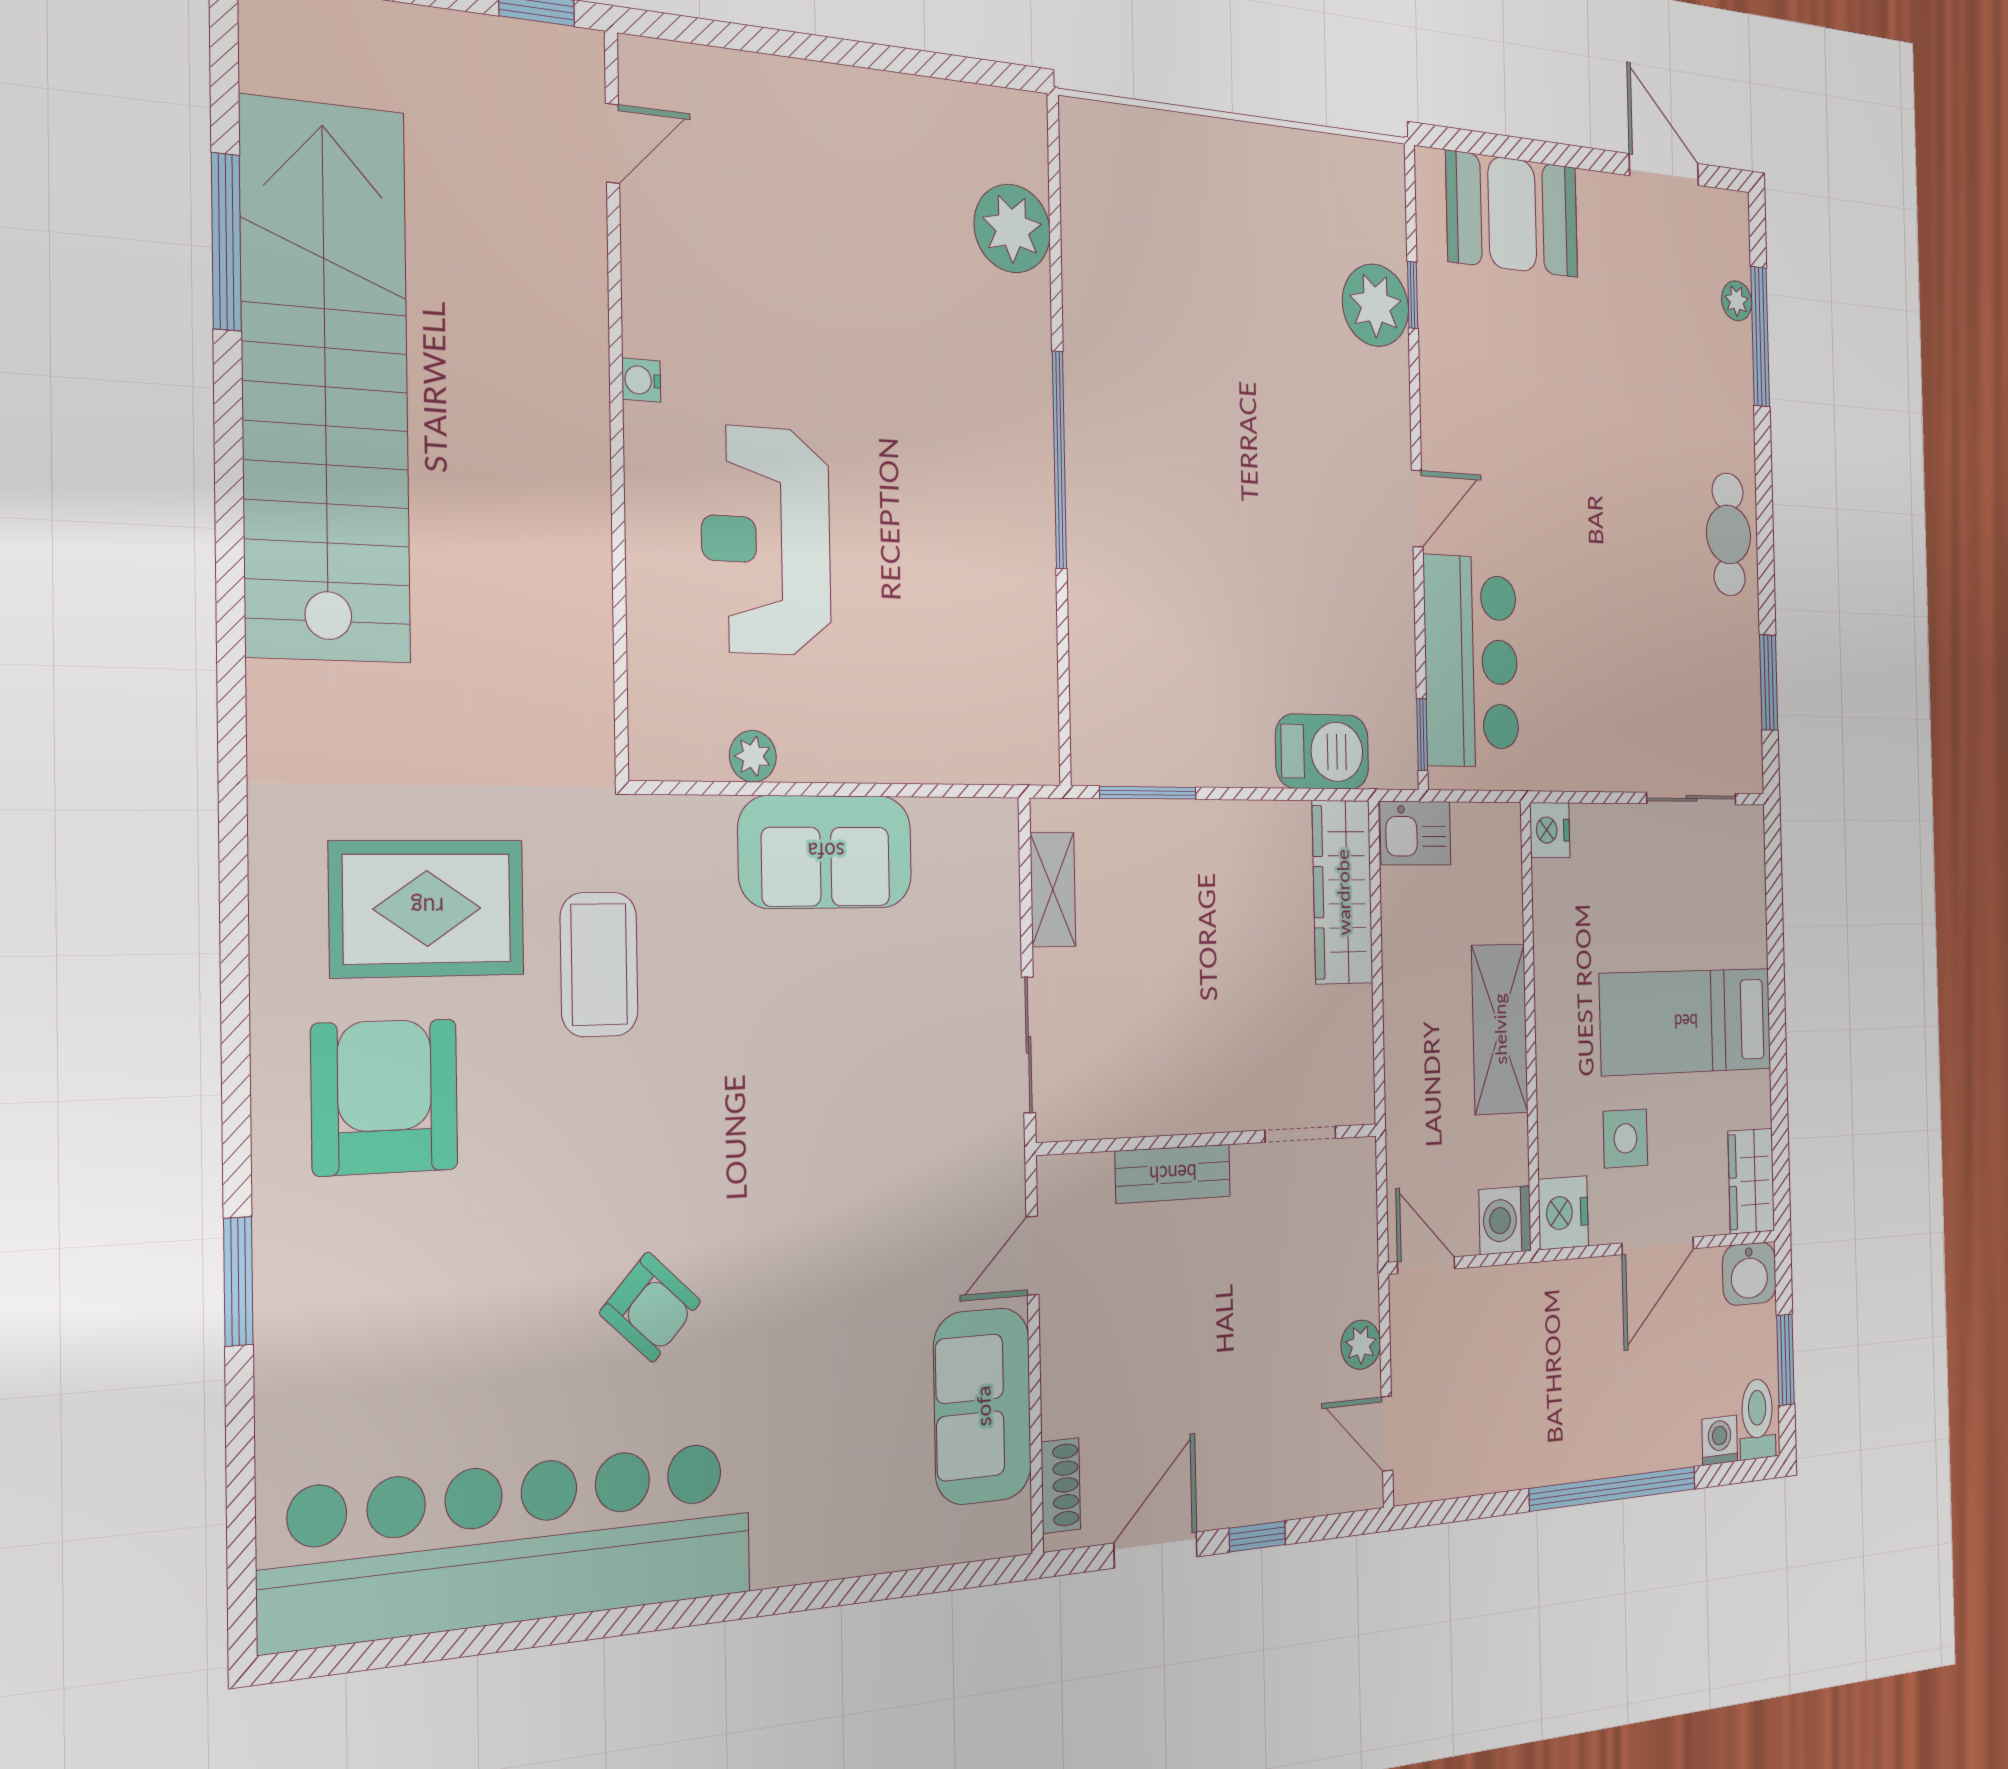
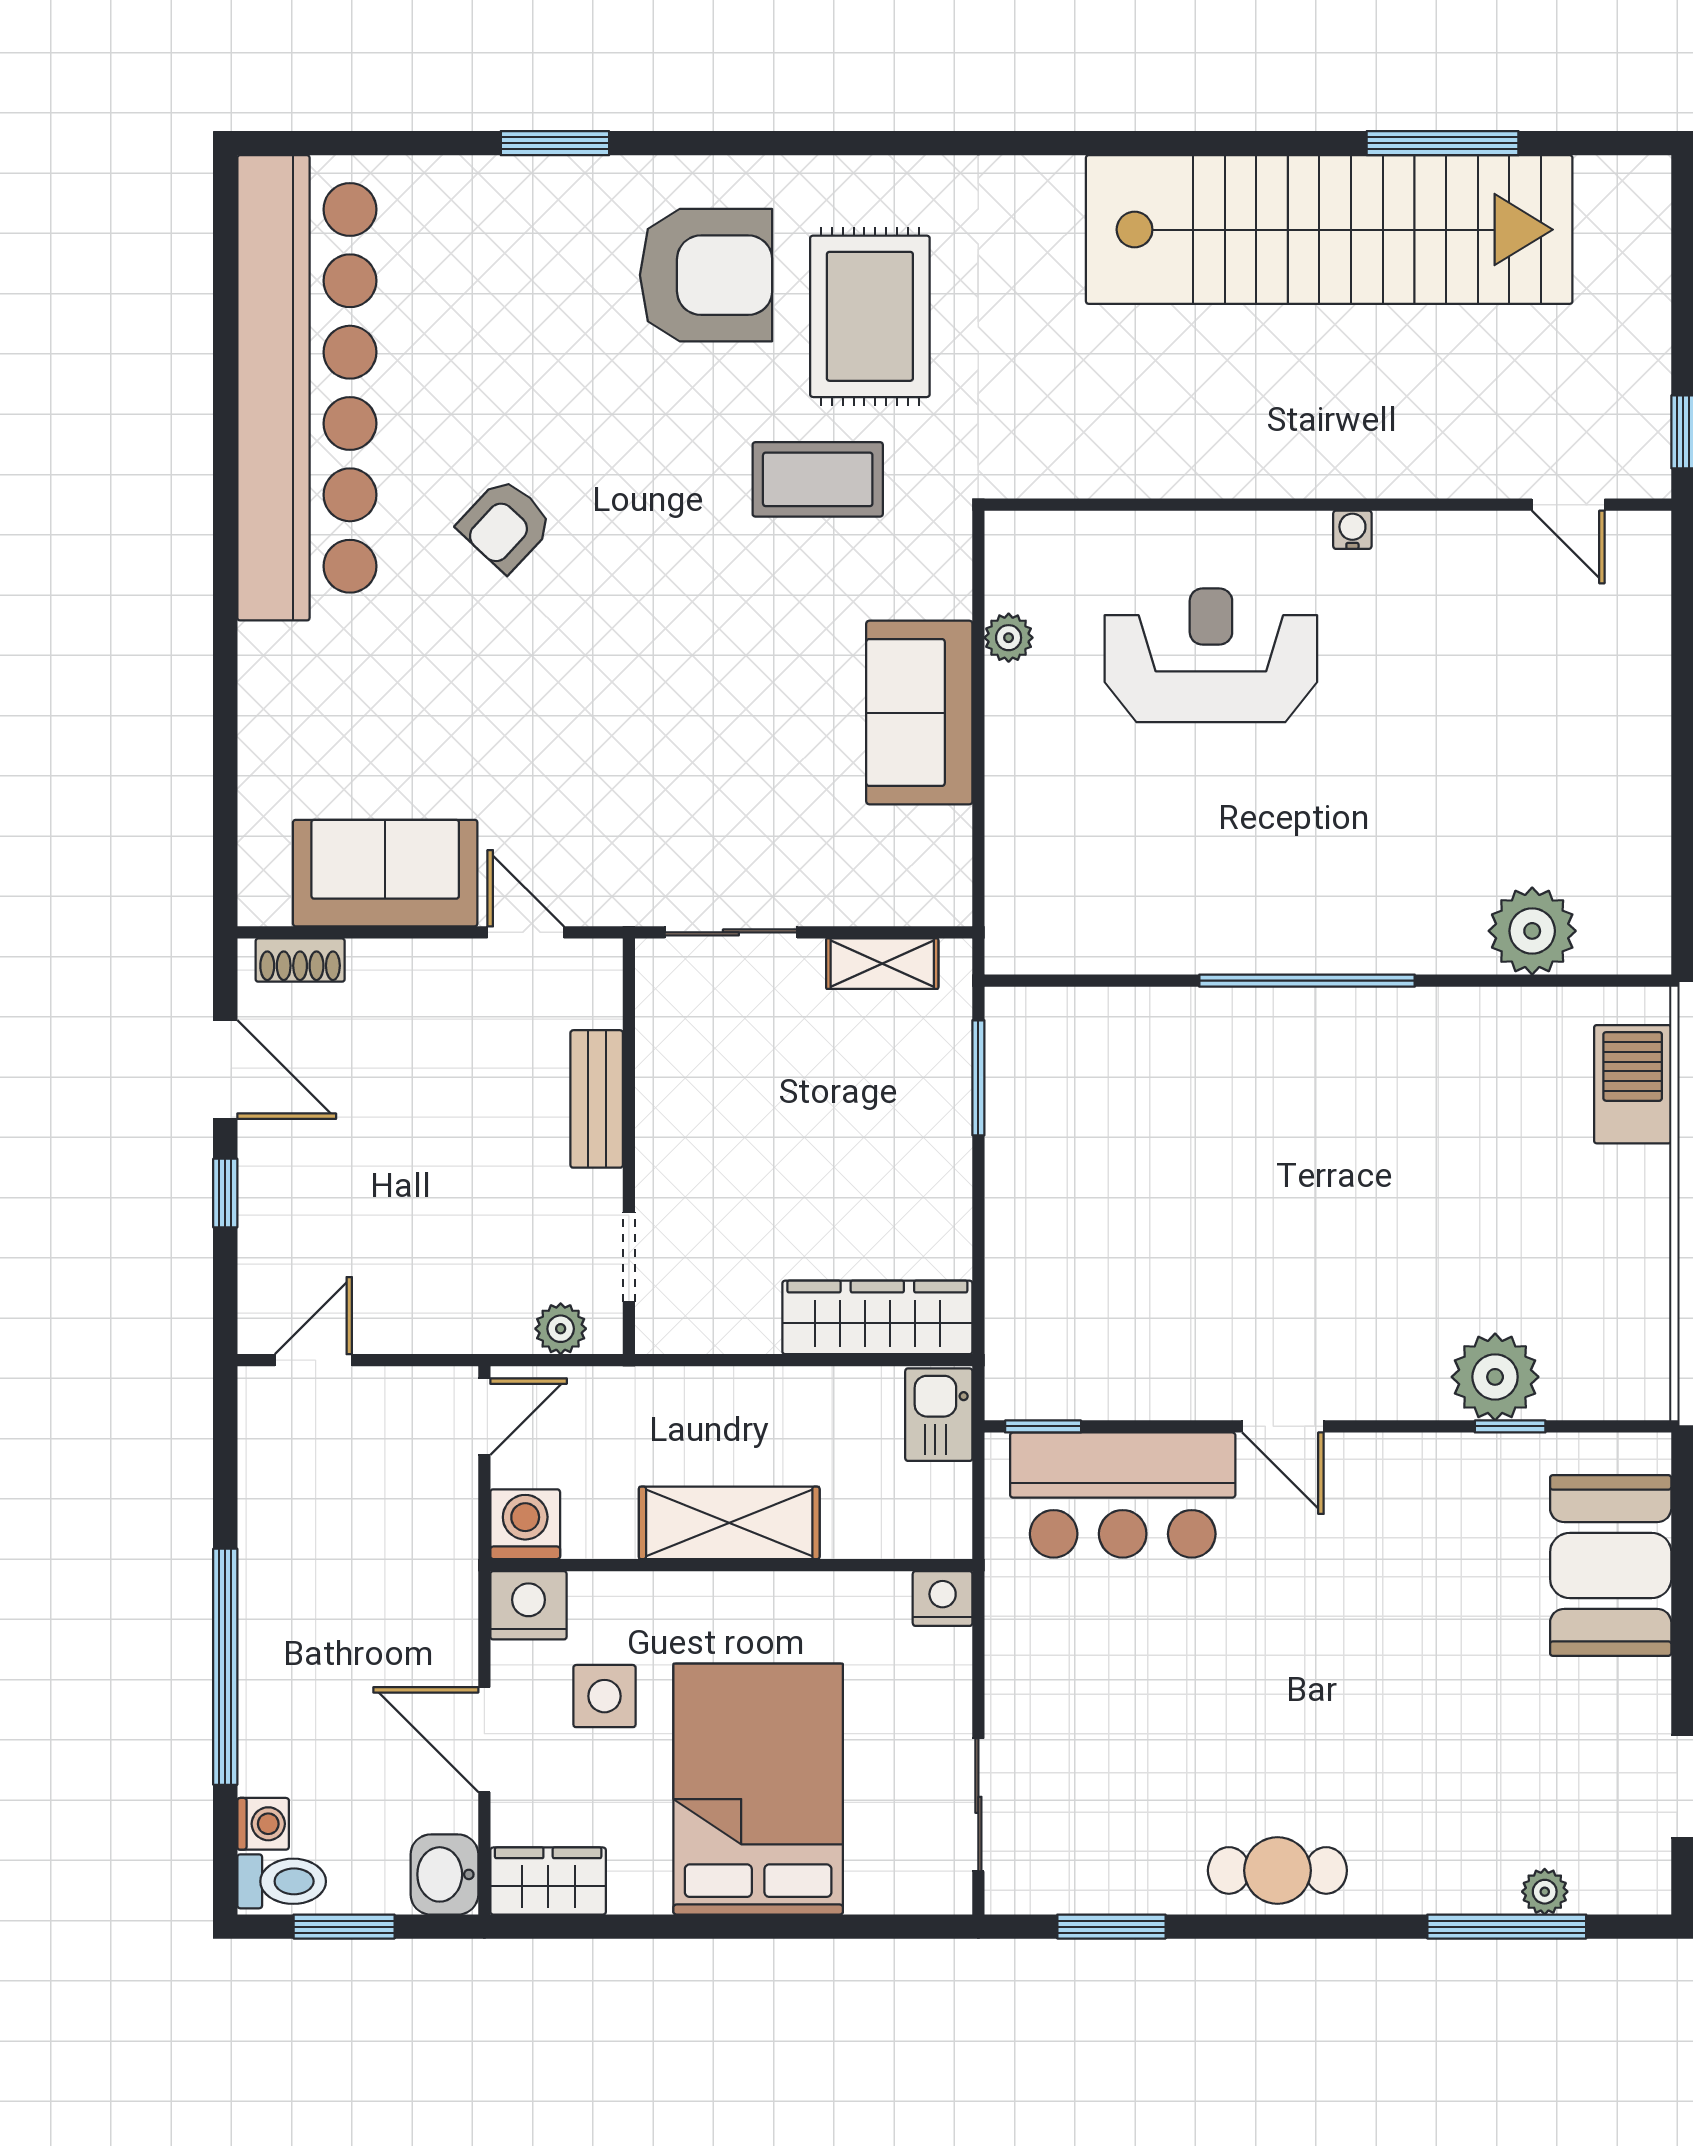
barbecue: (1322, 752) -> (1633, 1084), moved, turned 180
bed: (1686, 1022) -> (758, 1789), width x1.50
plant: (1361, 1345) -> (561, 1329), moved

